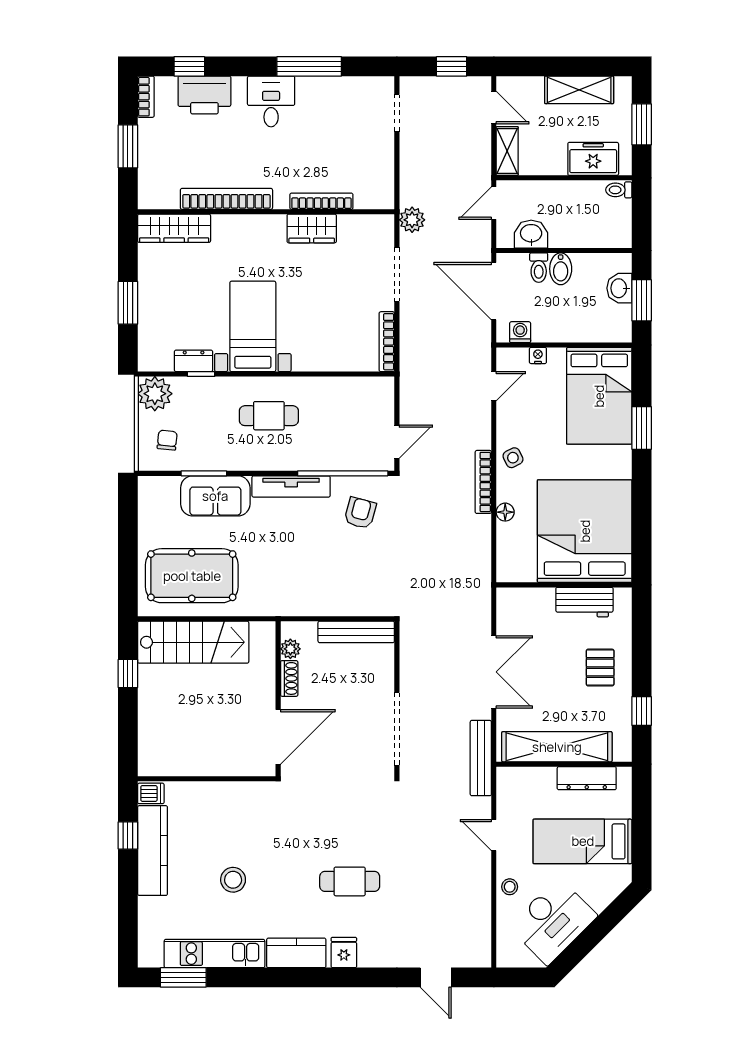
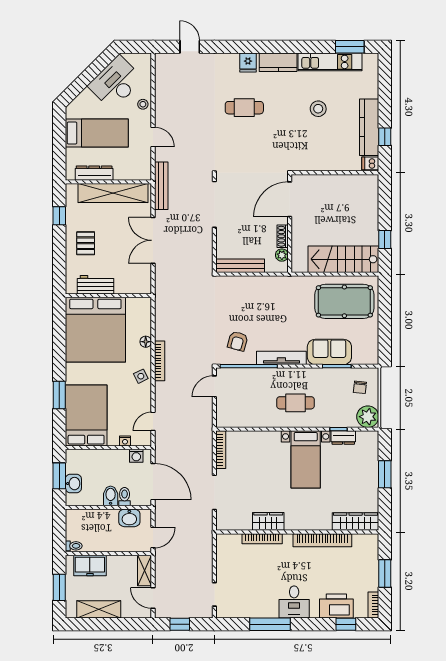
plant: (412, 220) -> (205, 527), removed

